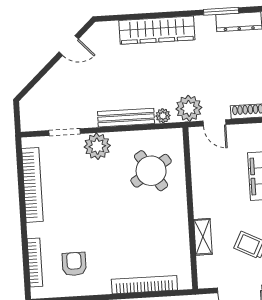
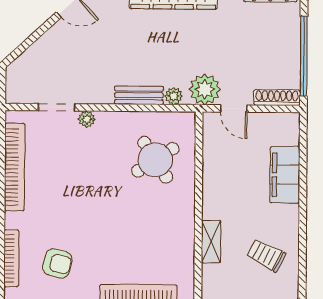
bench: (126, 118) -> (139, 95), width x0.73
plant: (97, 146) -> (87, 119), width x0.53, depth x0.53
armchair: (74, 264) -> (57, 263), turned 104

